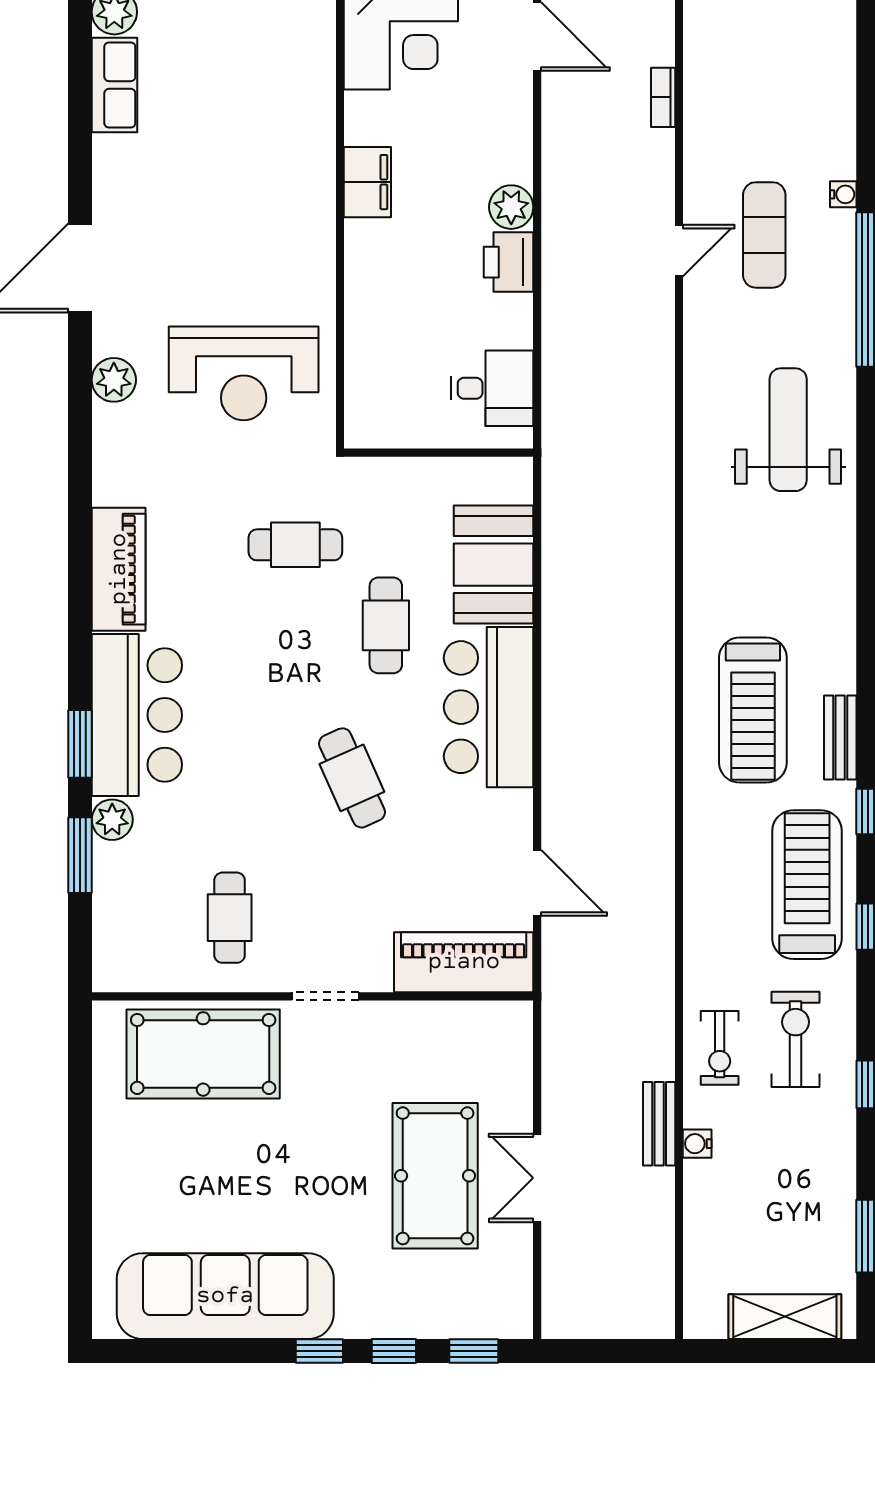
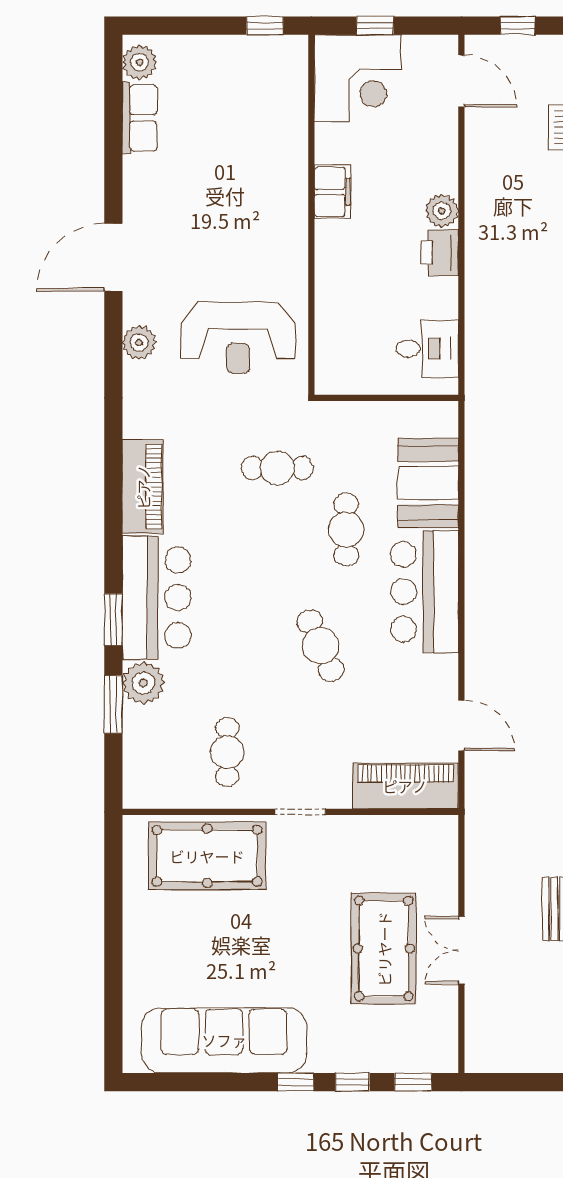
plant: (112, 820) -> (143, 683), width x1.36, depth x1.36

